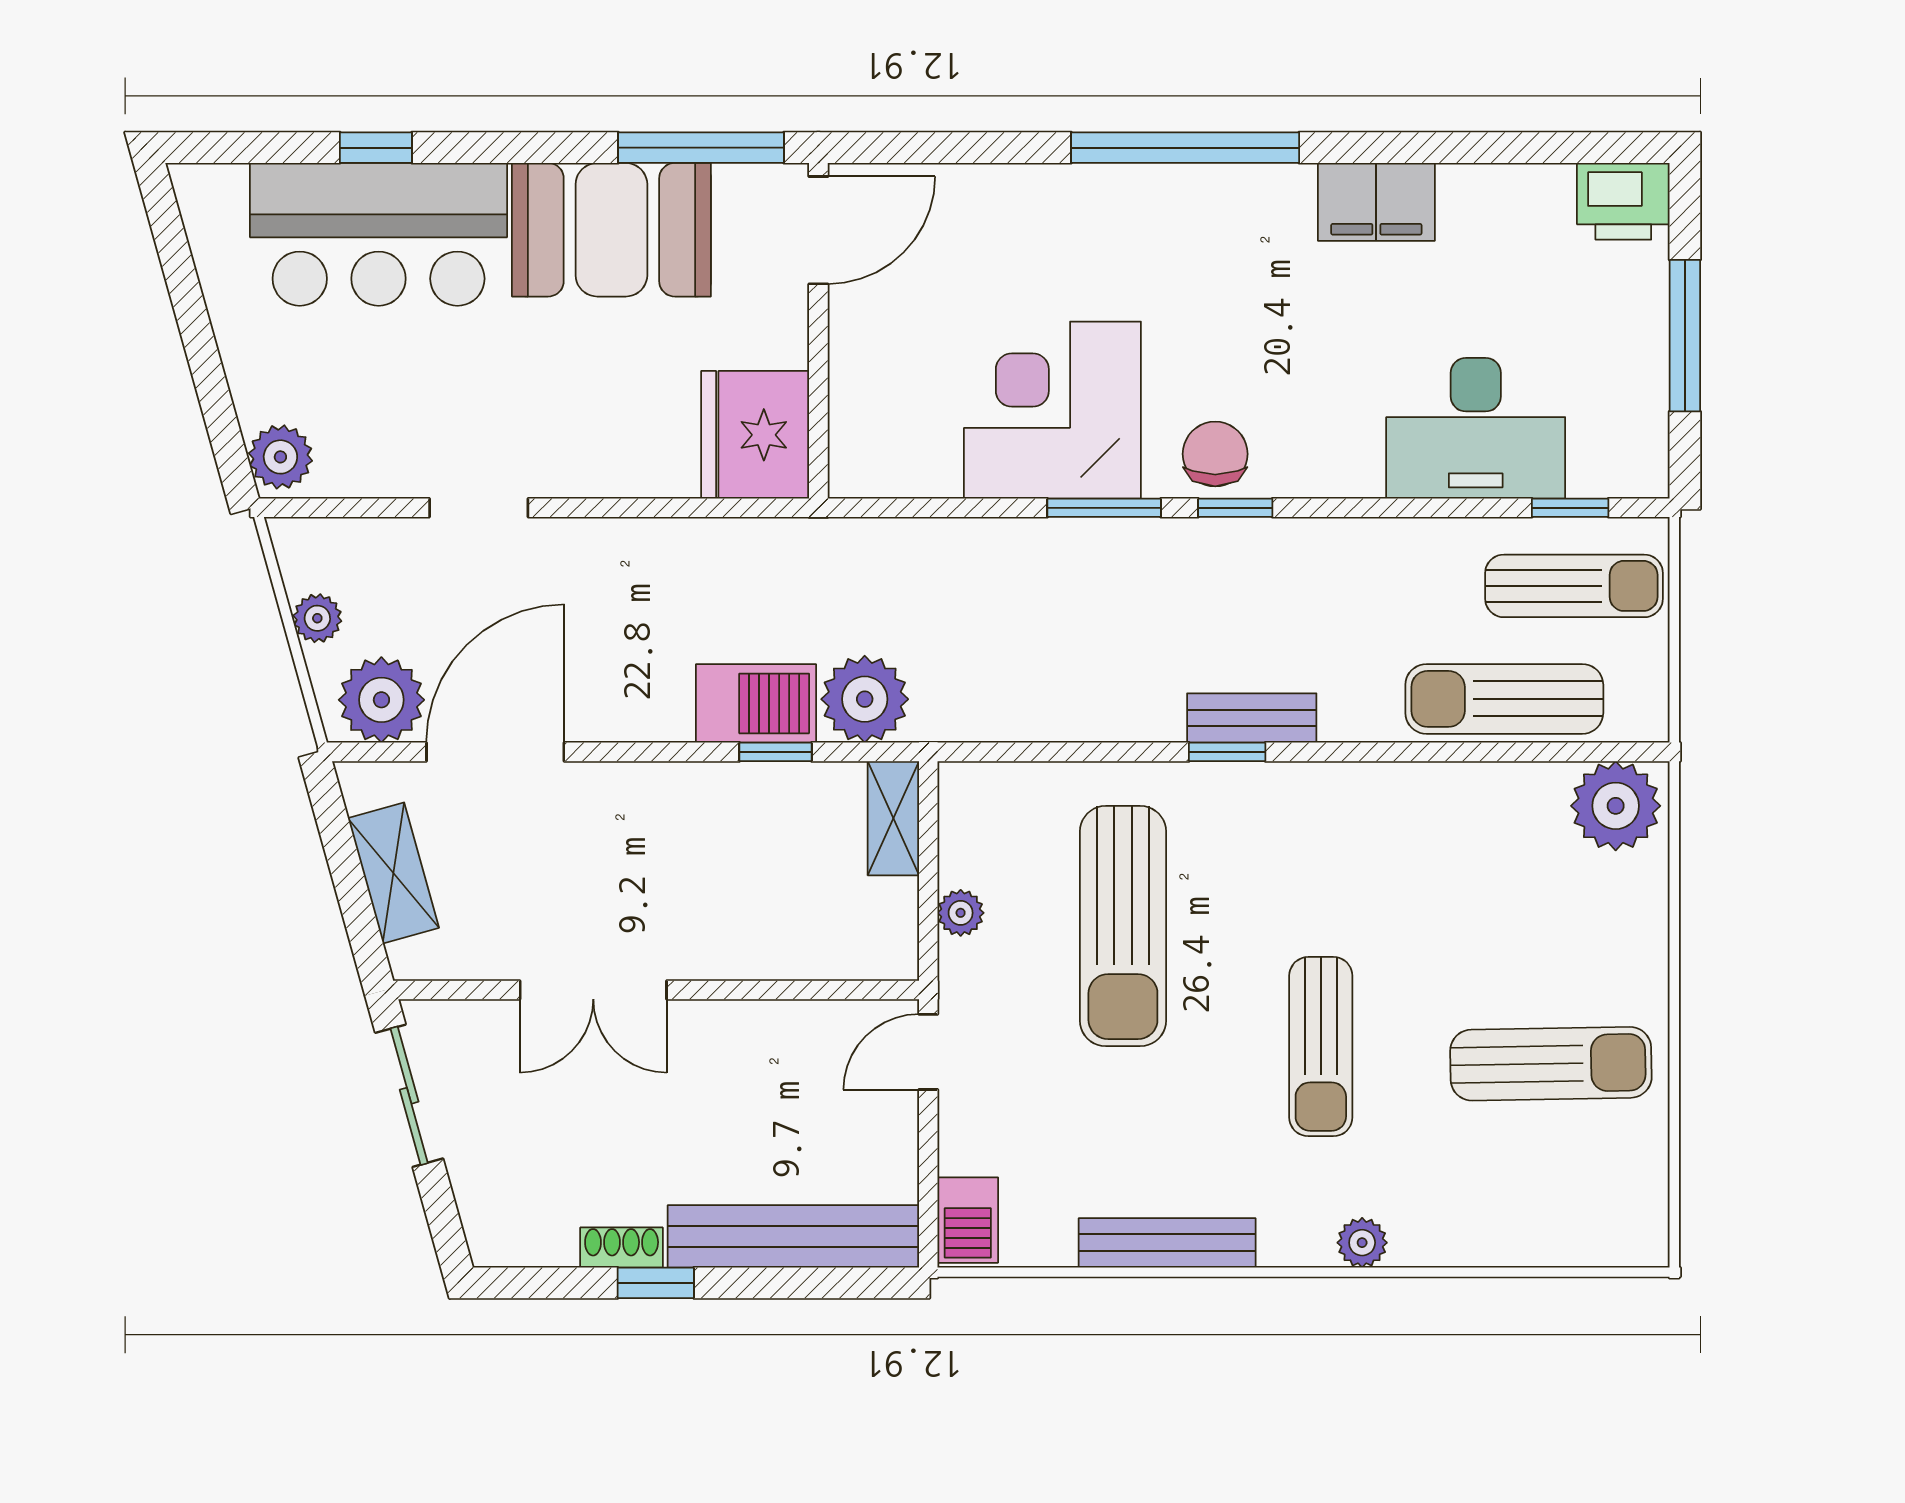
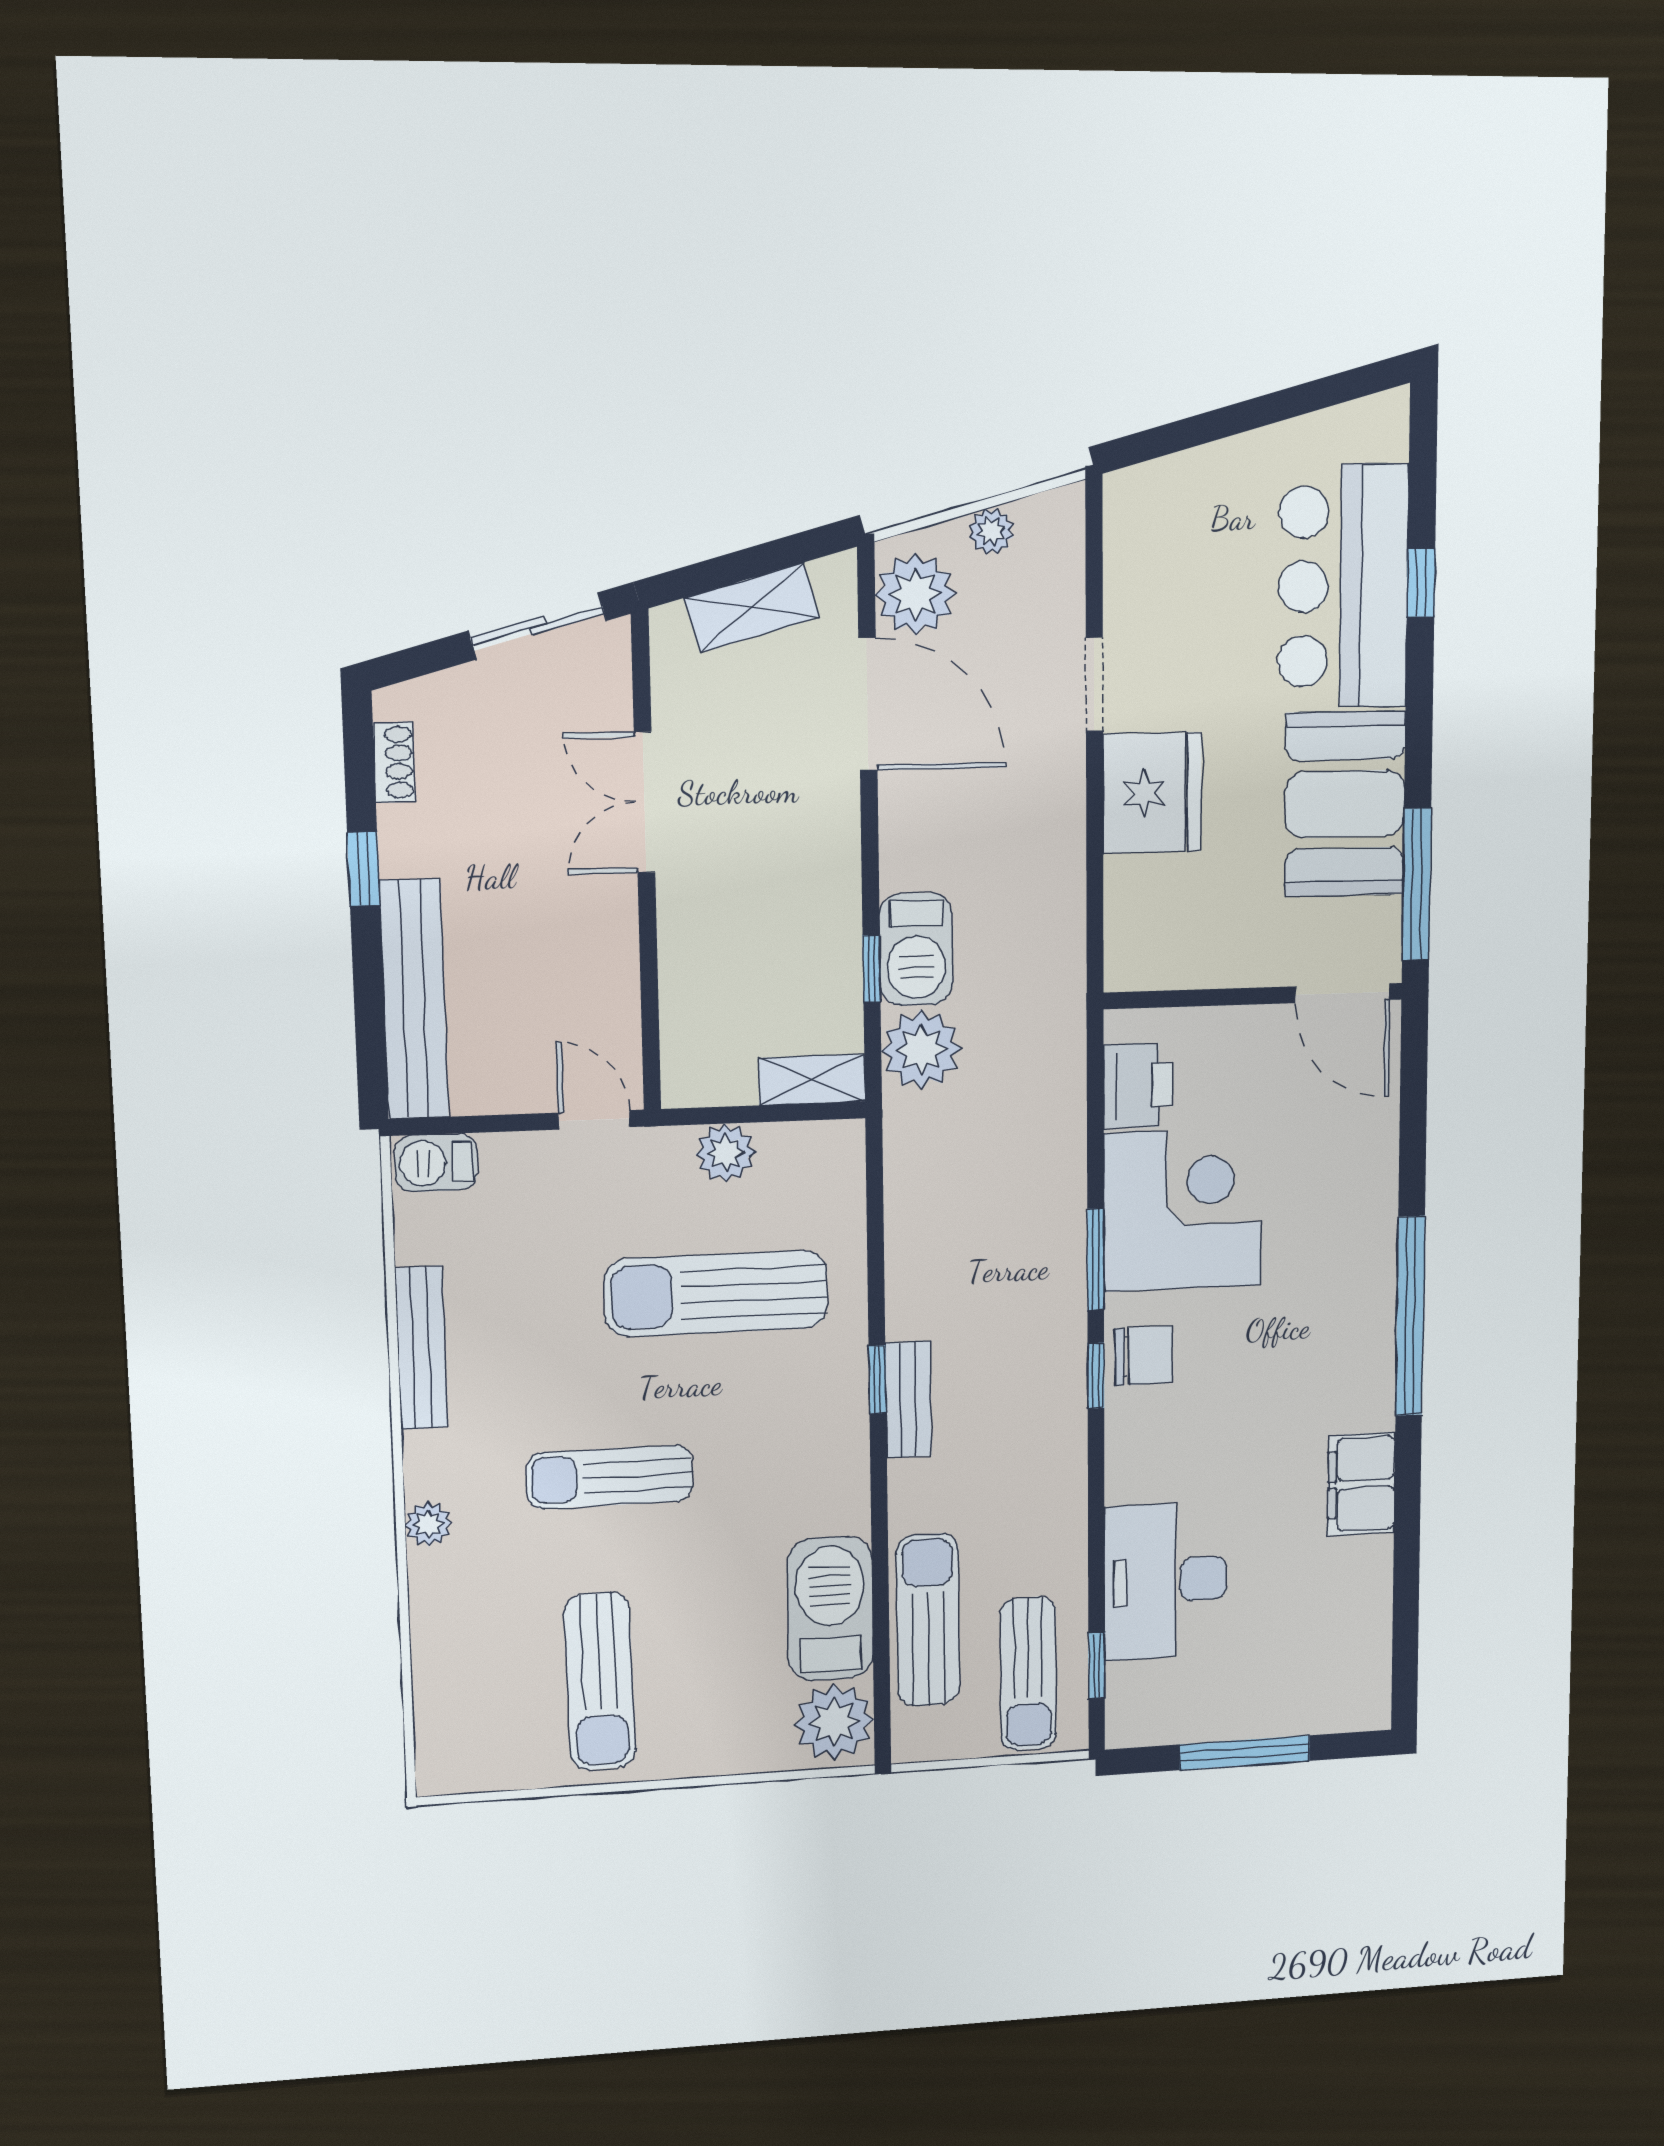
printer: (1623, 201) -> (1138, 1086), moved, turned 180
fridge: (755, 435) -> (1152, 793), moved, turned 90
plant: (280, 457) -> (1141, 495), removed
barbecue: (1484, 808) -> (830, 1609), added
plant: (961, 913) -> (726, 1153), width x1.38, depth x1.38
shoe rack: (622, 1248) -> (394, 762), moved

